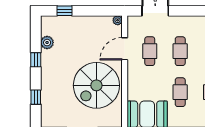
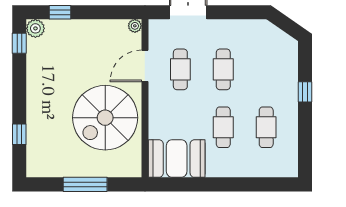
plant: (47, 43) -> (35, 28), moved
window: (36, 60) -> (19, 43), moved

